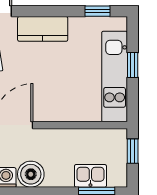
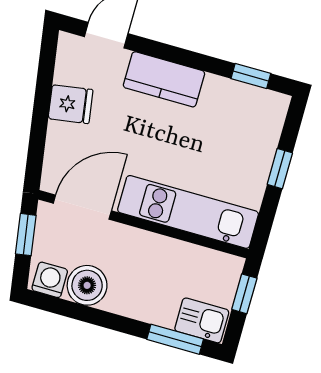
kitchen unit: (115, 76) -> (188, 212), moved, turned 90
kitchen sink: (90, 176) -> (202, 320), moved

